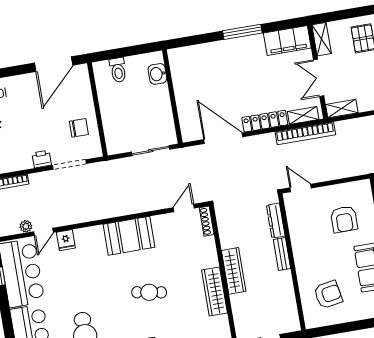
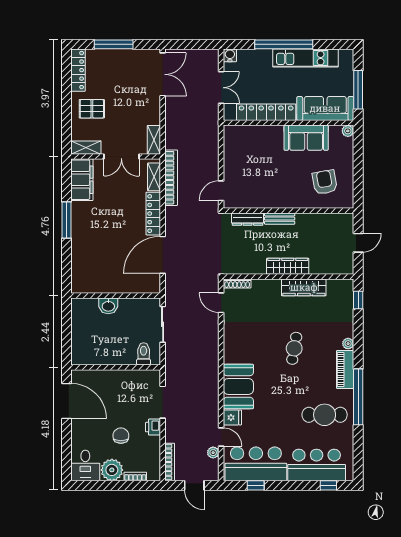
toilet: (118, 70) -> (144, 354), moved, turned -90
washbasin: (157, 74) -> (108, 306), moved
chair: (79, 128) -> (121, 436), moved
armchair: (344, 219) -> (257, 155), removed
booth: (129, 236) -> (238, 386), moved

